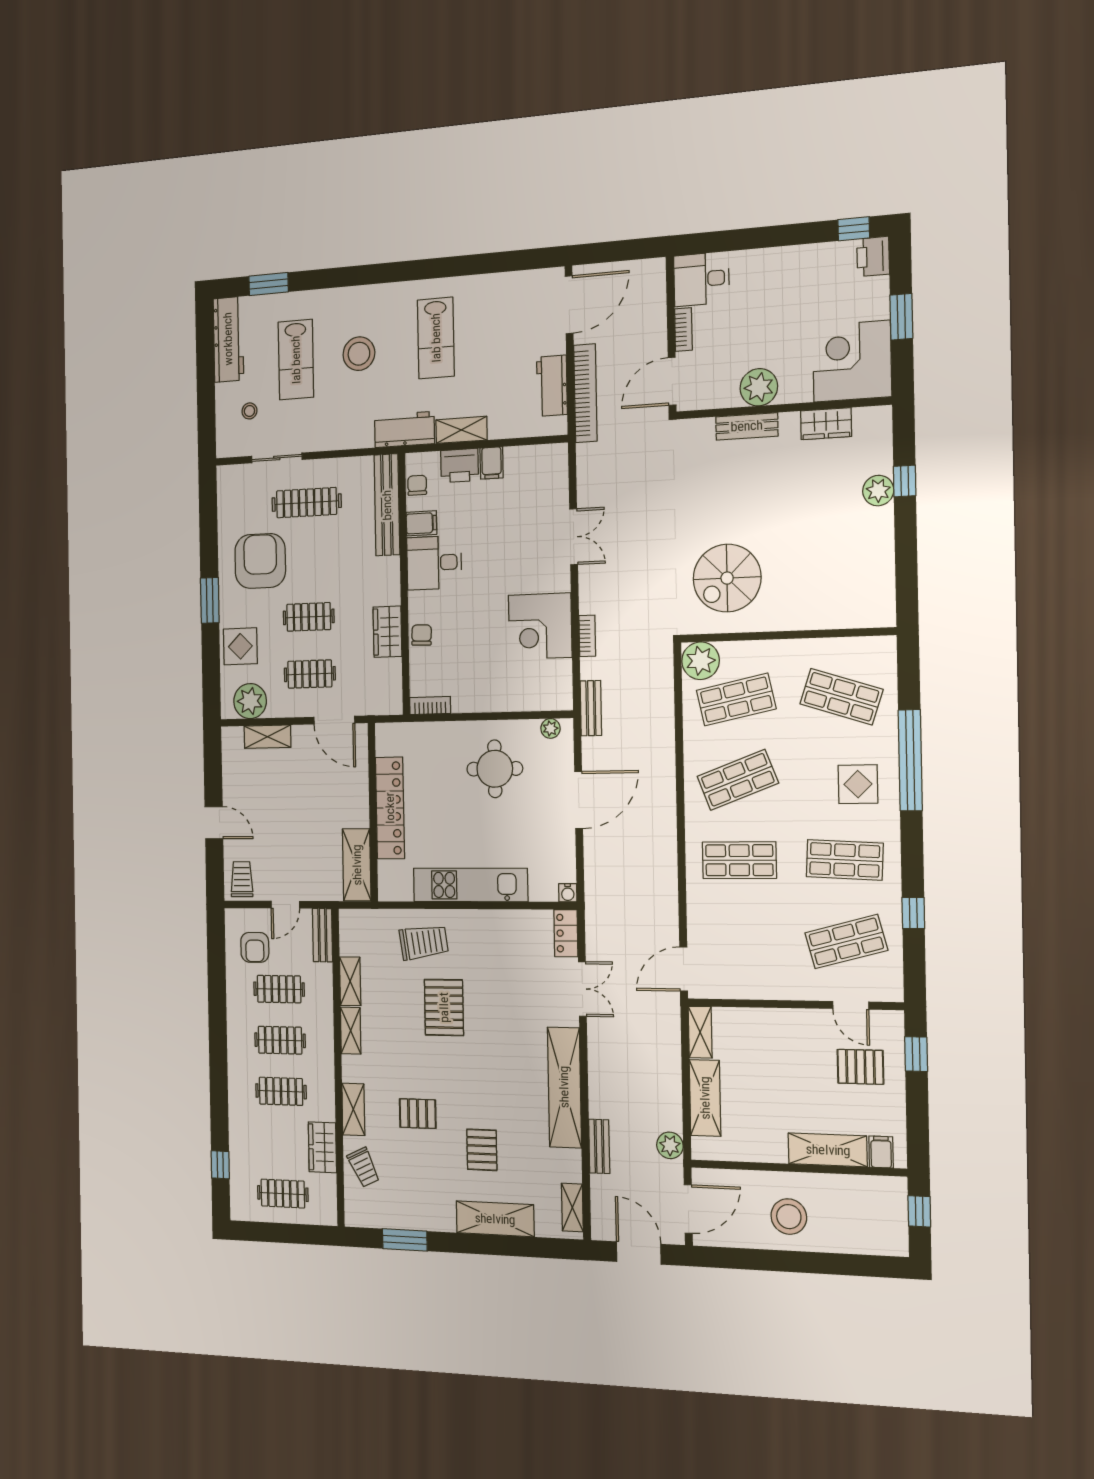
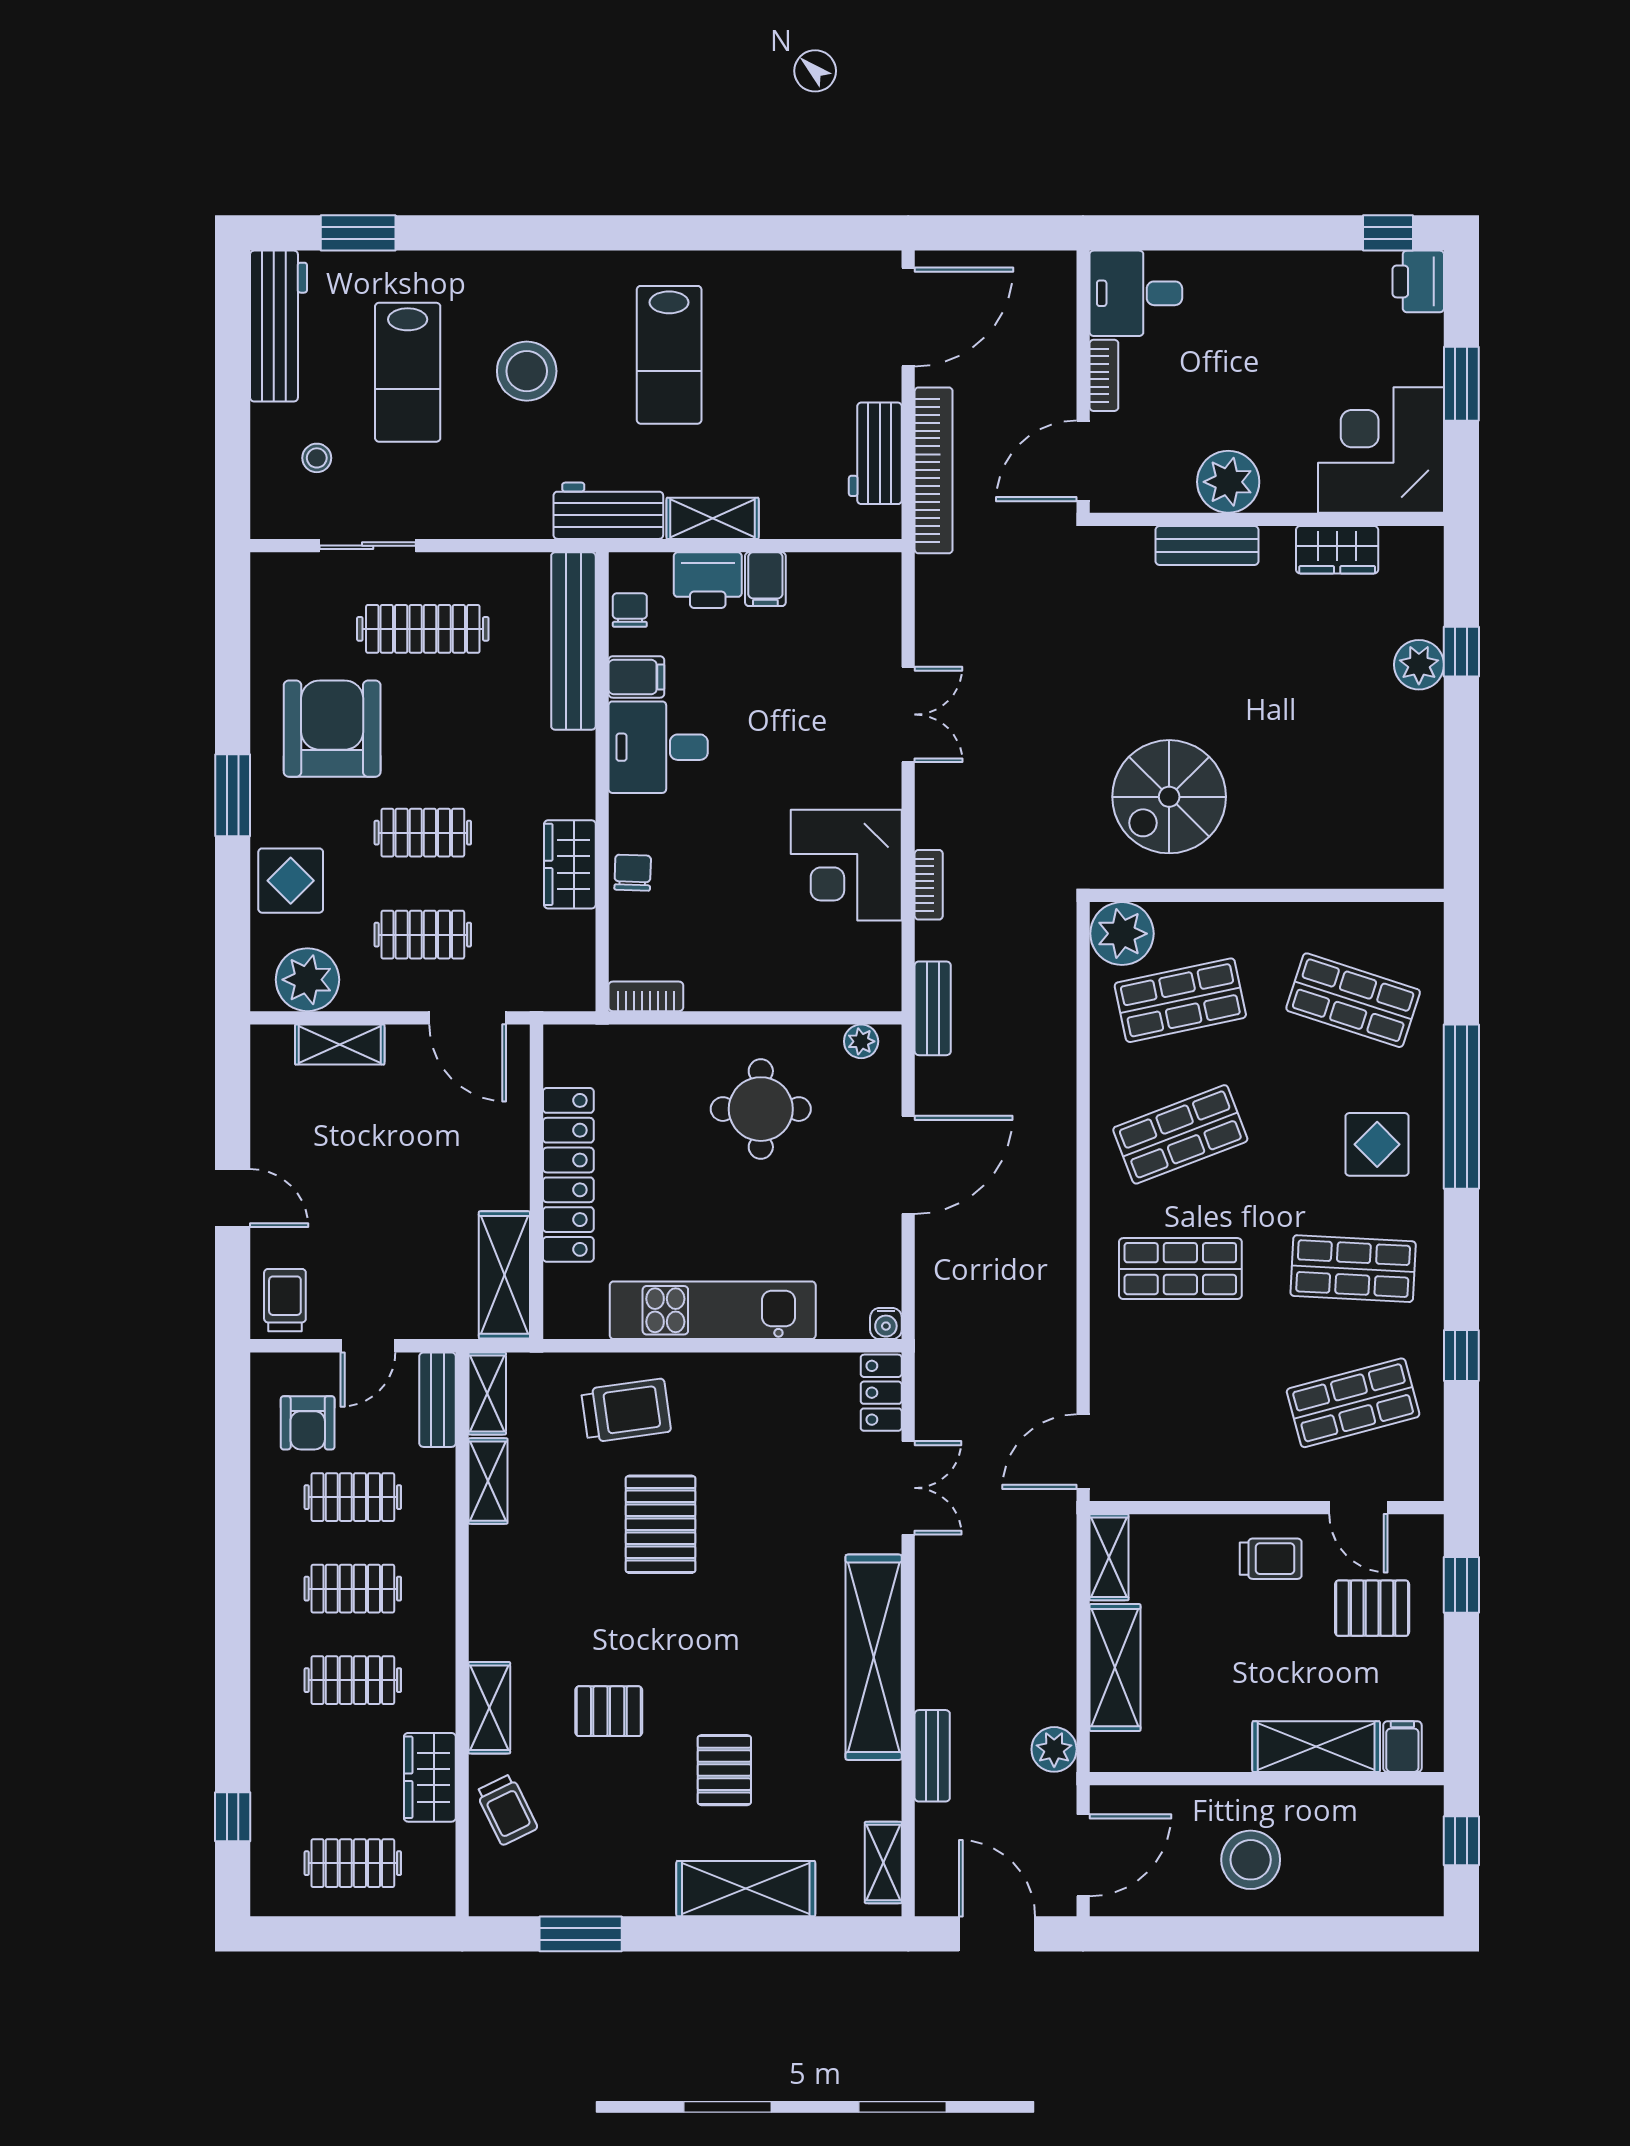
shelving: (351, 1031) -> (487, 1394), moved
trolley: (797, 1035) -> (1271, 1559), added

